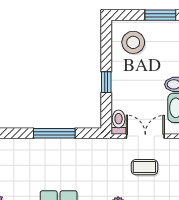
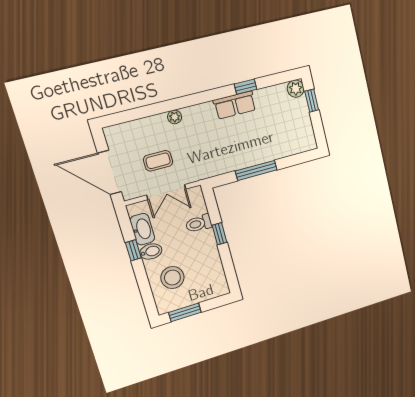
stool: (133, 42) -> (172, 278), moved
toilet: (119, 122) -> (199, 223), moved, turned 90

